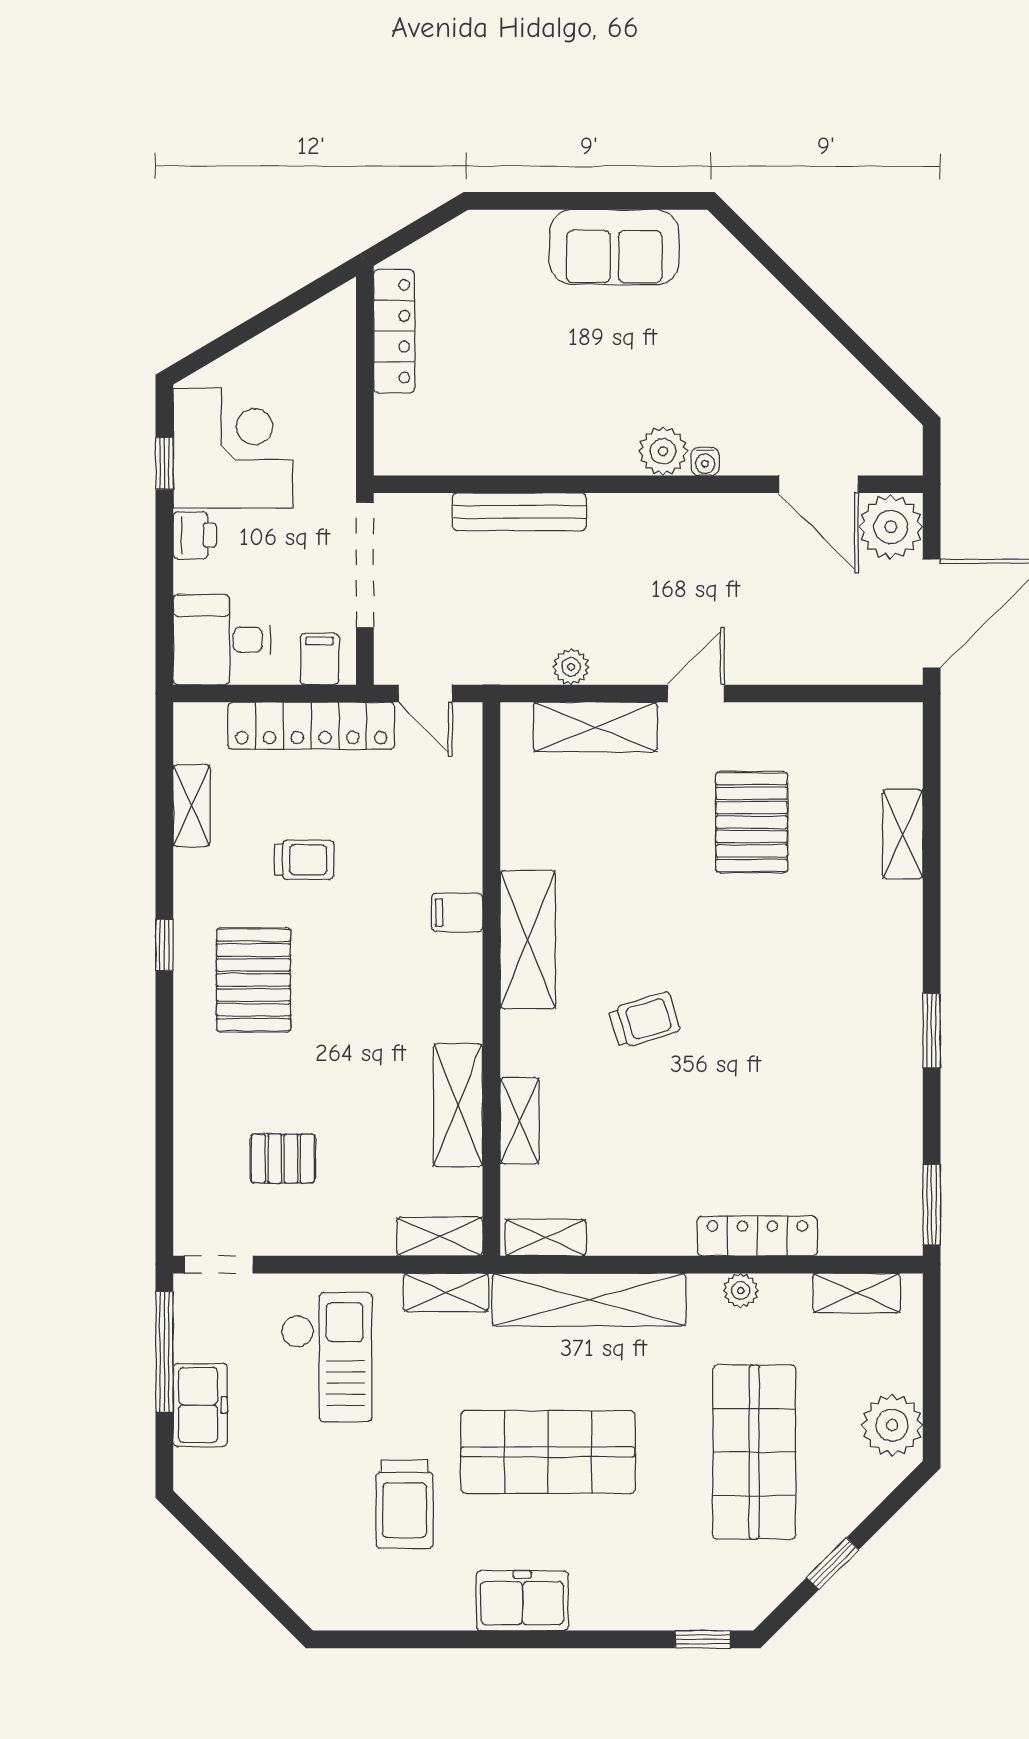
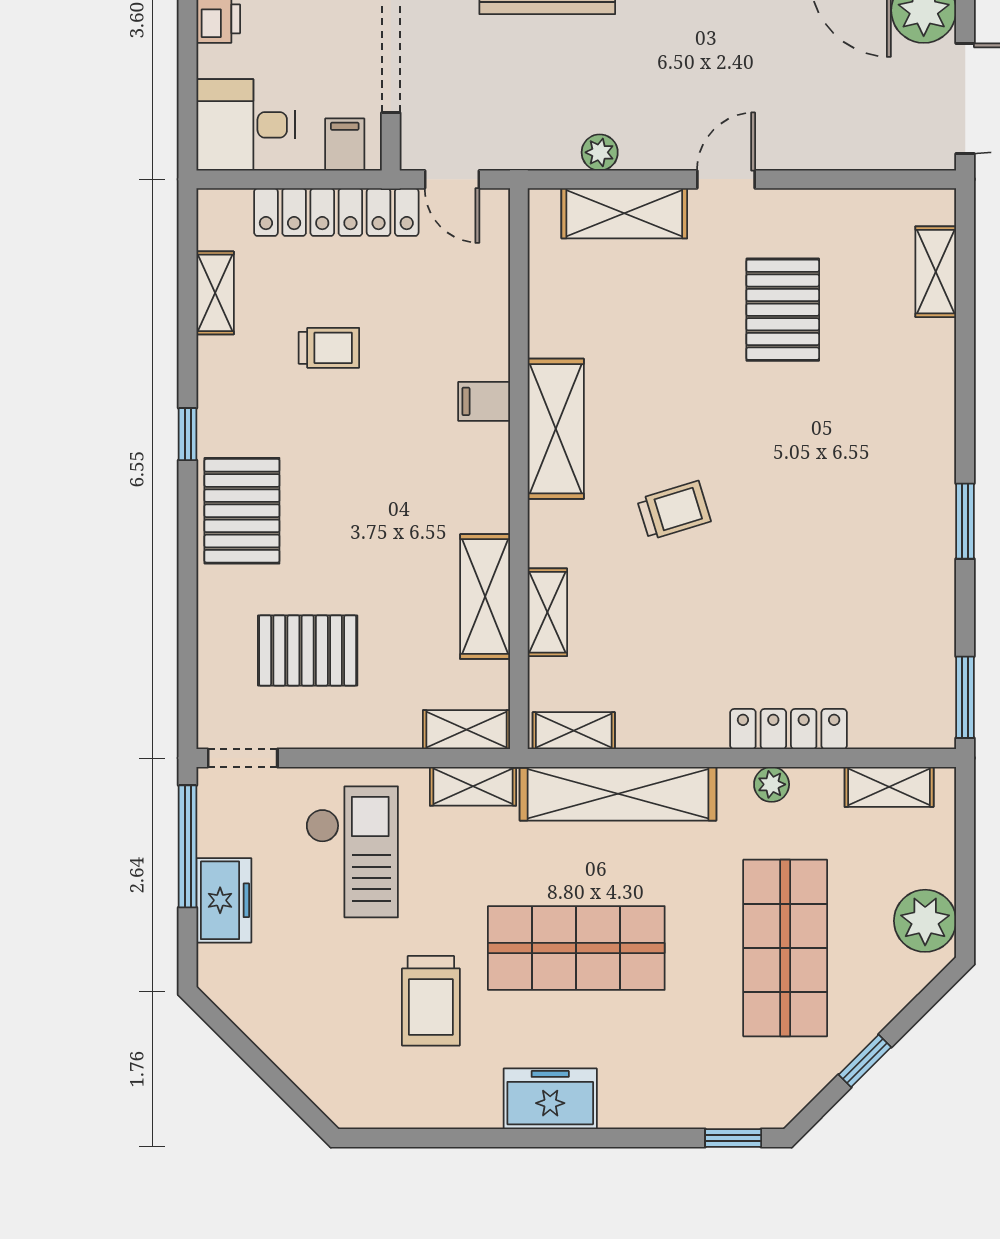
shelving: (903, 834) -> (936, 272), moved
pallet: (254, 980) -> (242, 511), moved
pallet: (283, 1158) -> (308, 651), width x1.50, depth x1.42

